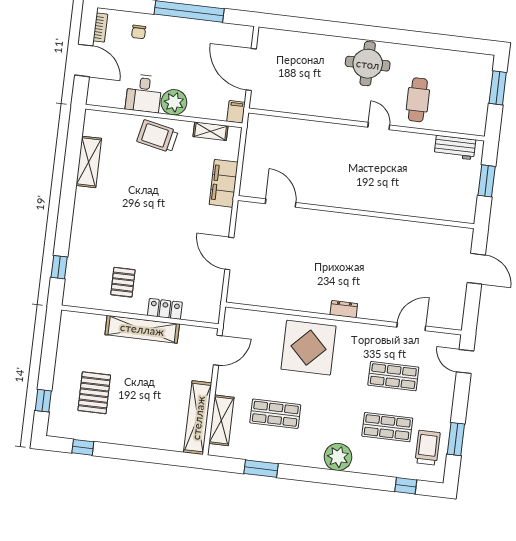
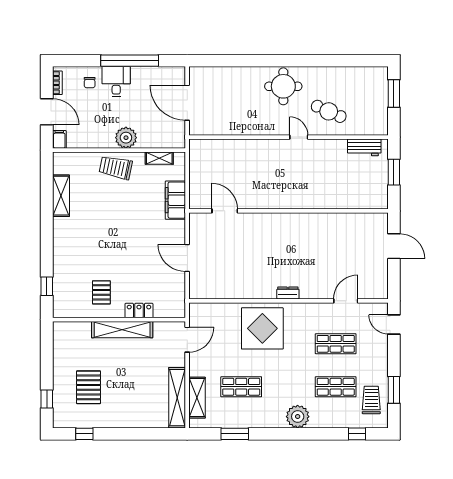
desk: (144, 93) -> (116, 82), moved, turned 180
cafe table: (418, 100) -> (329, 111), turned -66
filing cabinet: (236, 112) -> (59, 139), moved

